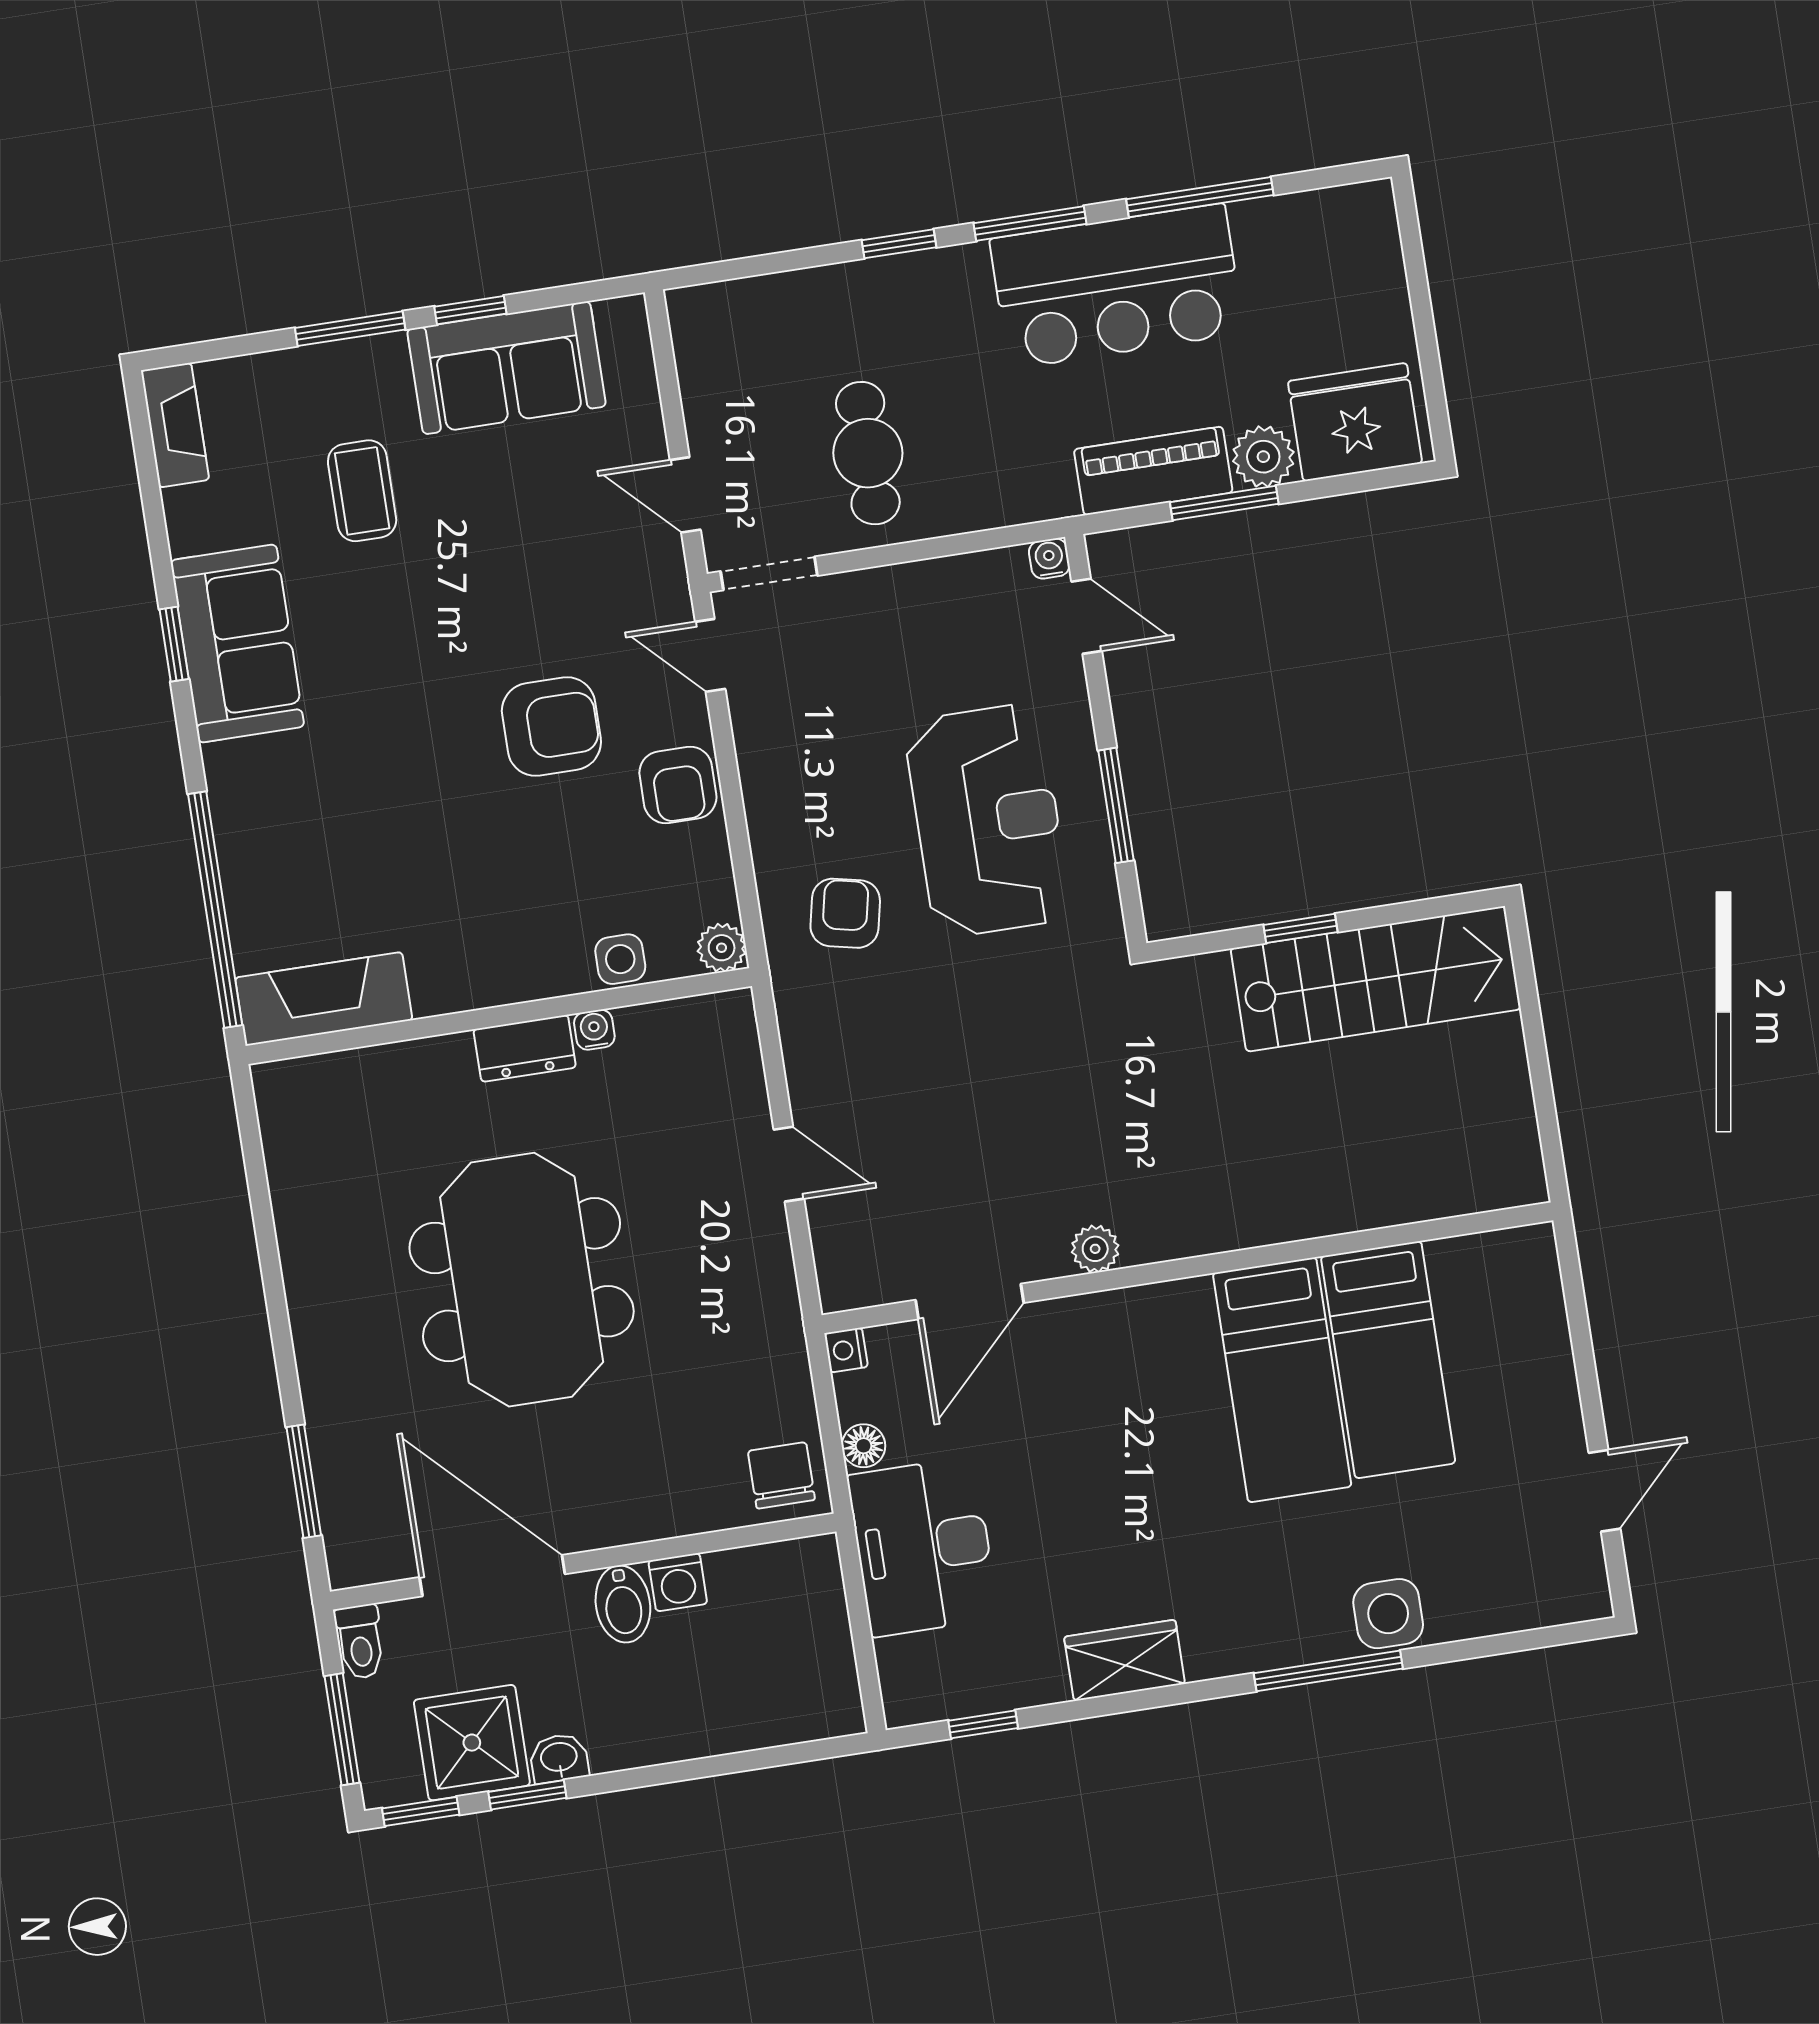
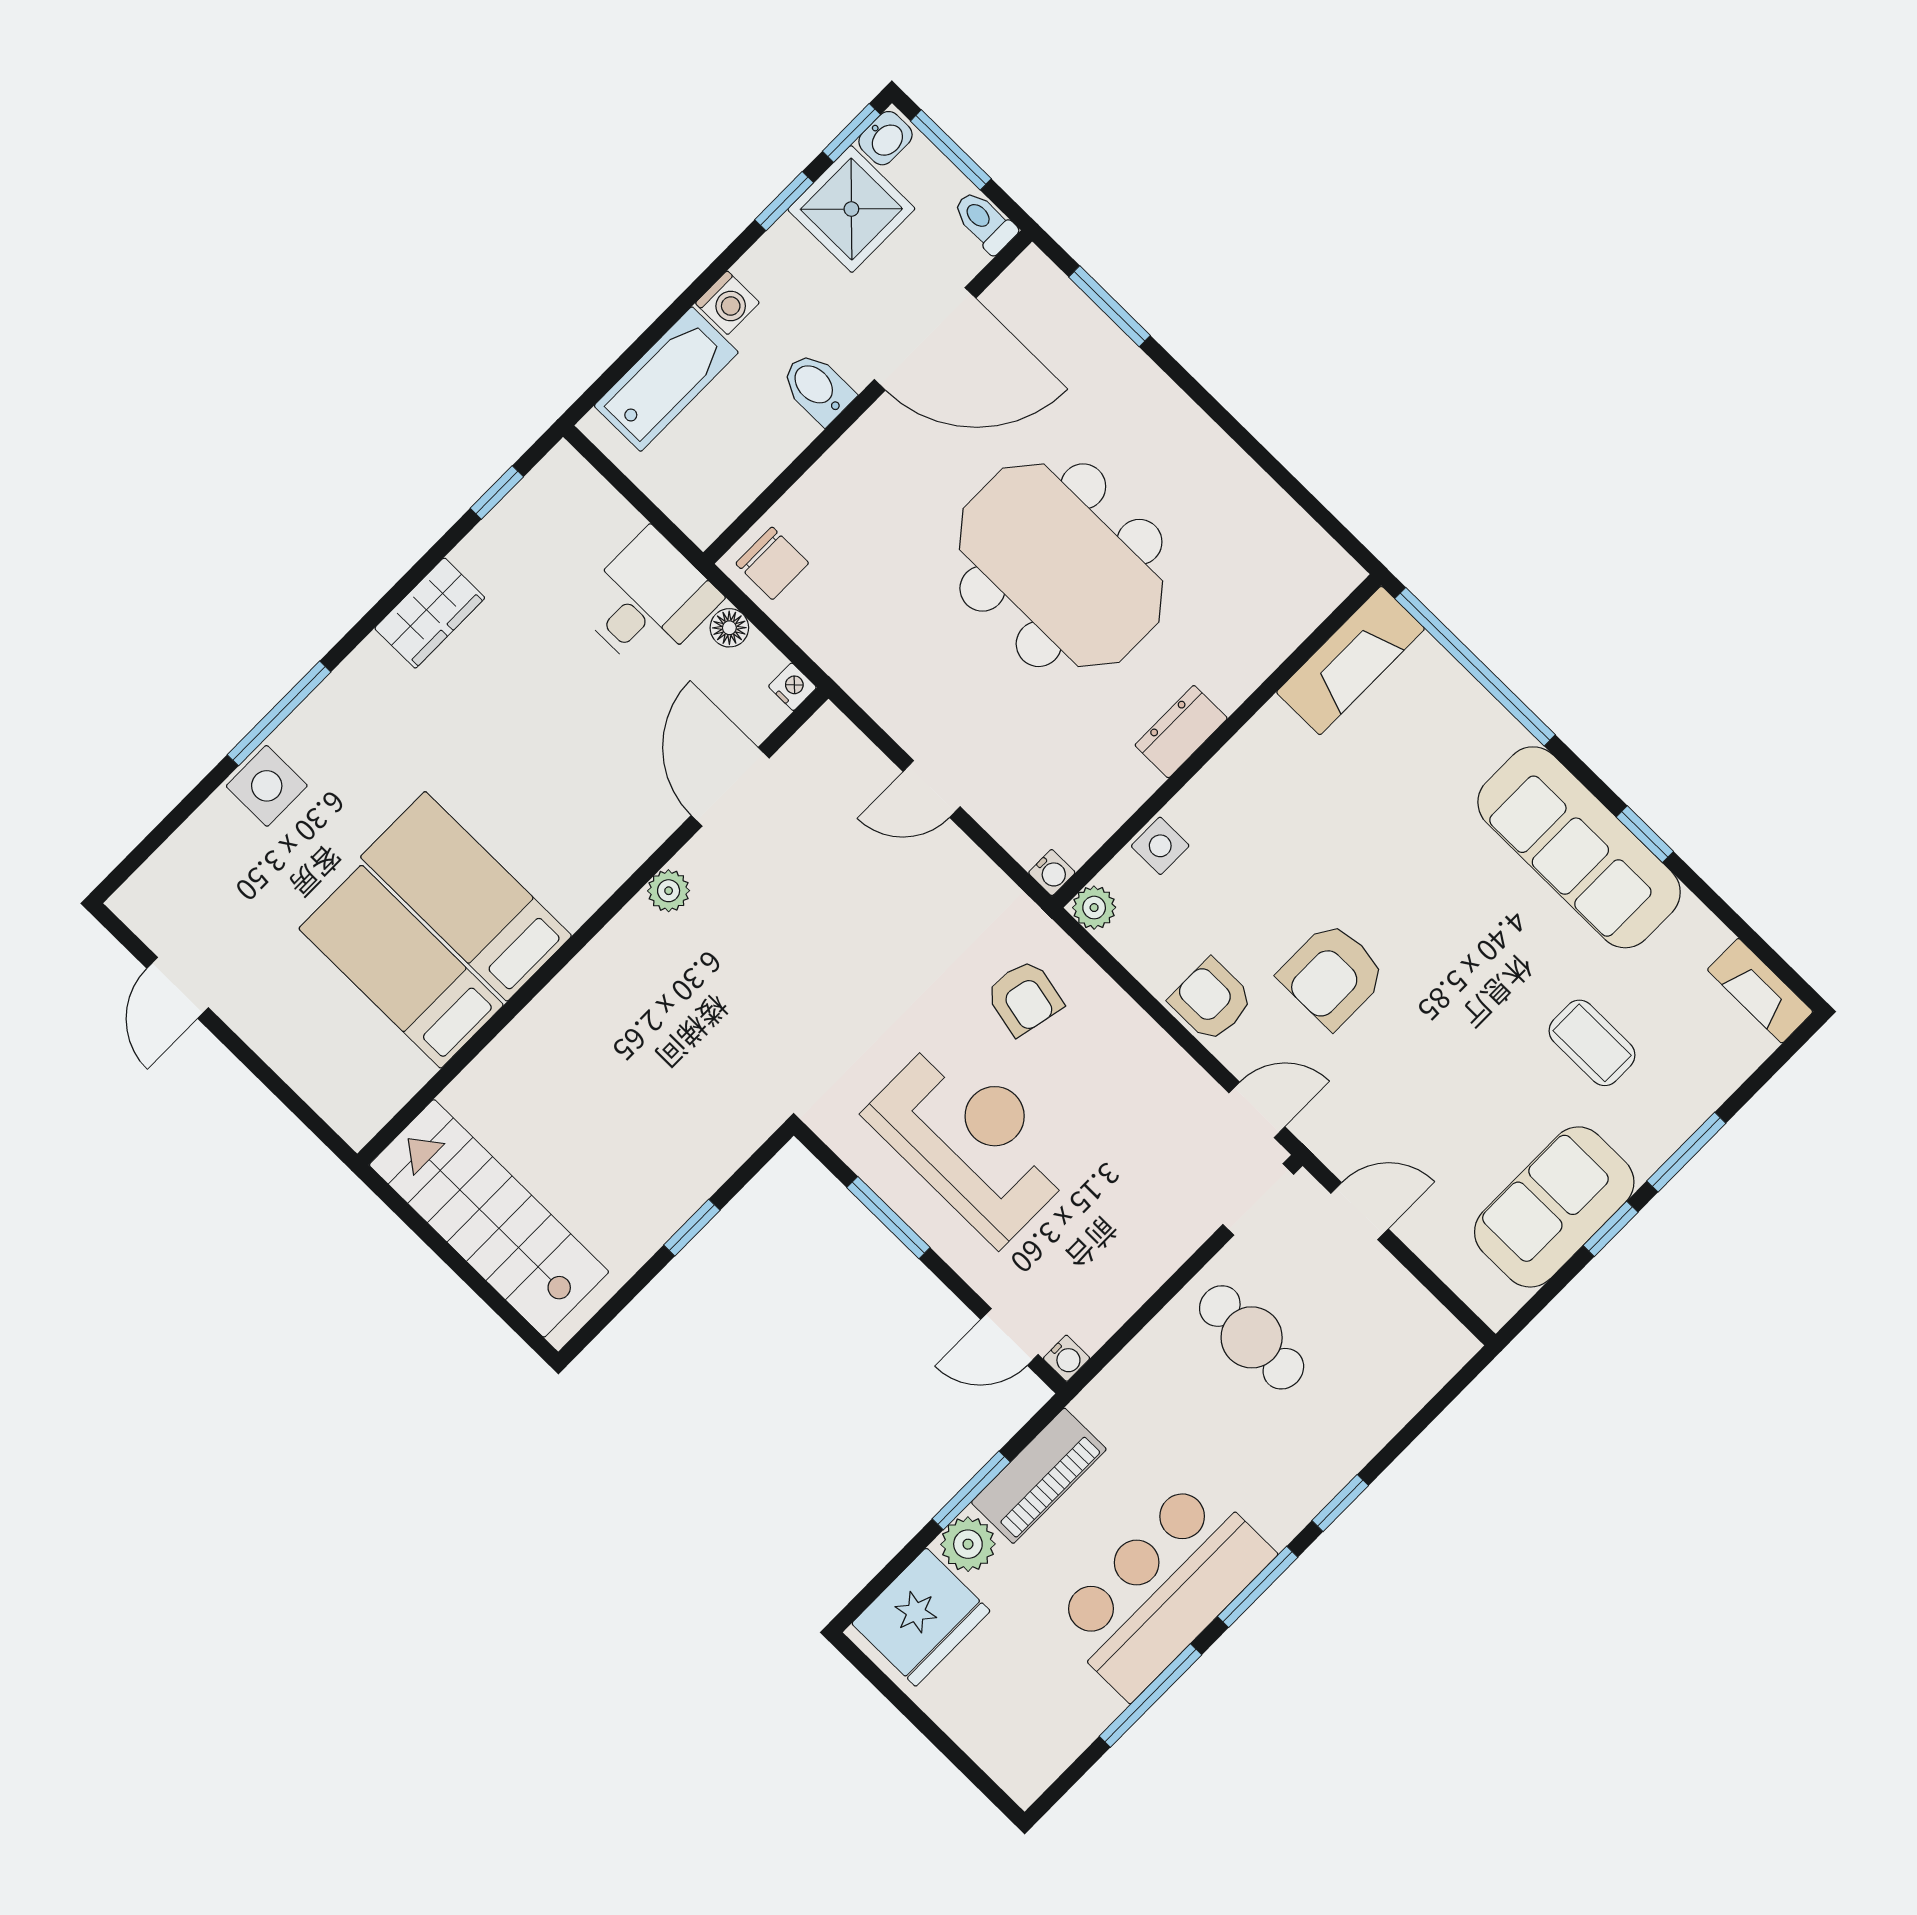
sofa: (237, 643) -> (1579, 847), width x1.36
reception desk: (987, 820) -> (972, 1139), turned 180
stairs: (1376, 979) -> (489, 1218), moved, turned 90
water cooler: (594, 1030) -> (1052, 873), moved
desk: (923, 1547) -> (648, 601), width x0.73
washing machine: (678, 1582) -> (727, 303), moved, turned 180
bathtub: (754, 1713) -> (666, 379), added
washbasin: (559, 1758) -> (885, 138), moved

